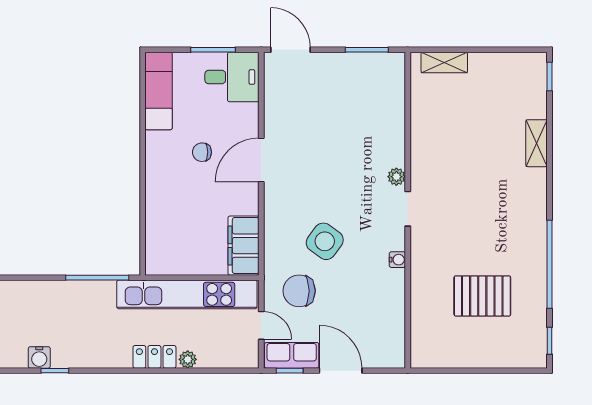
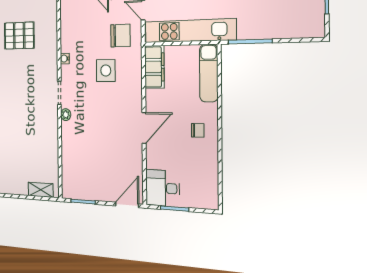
door: (290, 50) -> (127, 205), swing flipped
exam couch: (159, 91) -> (209, 73), moved
chair: (202, 152) -> (198, 130), moved
side table: (325, 241) -> (106, 71), turned -36

